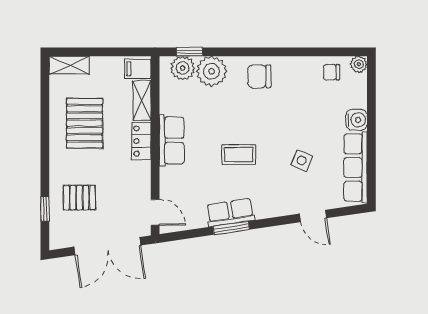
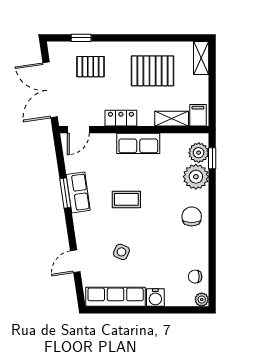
chair: (331, 72) -> (195, 277), turned -90
locker: (141, 141) -> (121, 118), moved
coffee table: (239, 155) -> (126, 199), turned 90
pallet: (79, 198) -> (91, 67), turned 90

